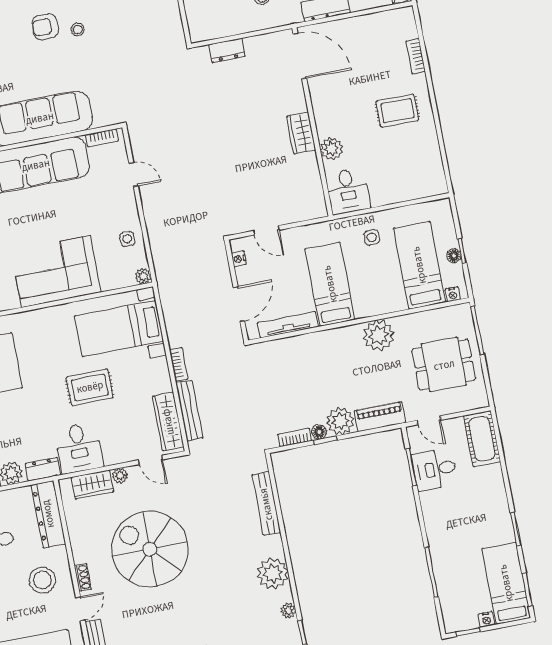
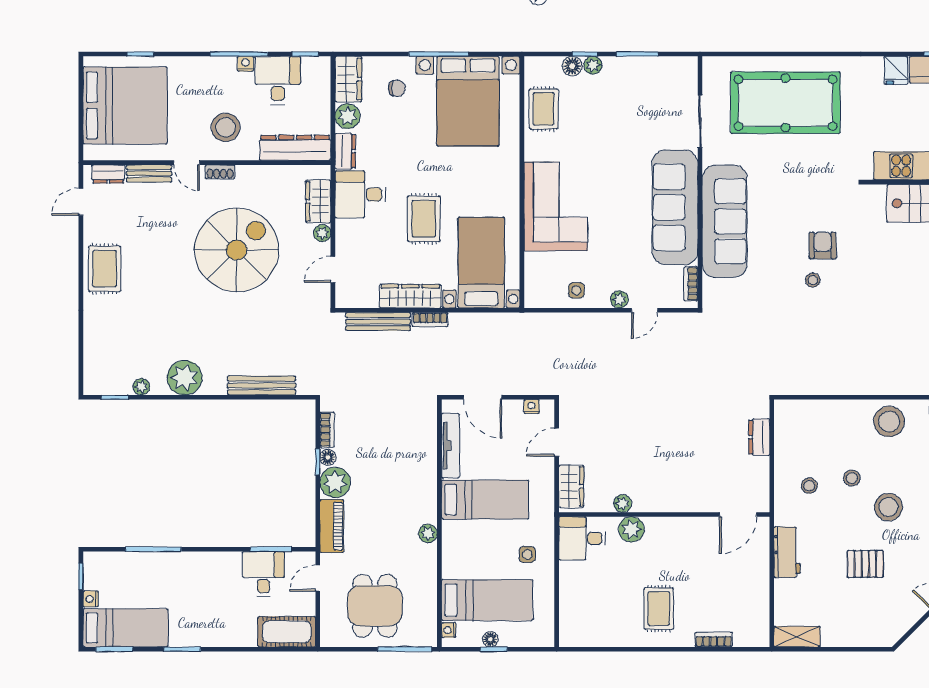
door: (300, 56) -> (738, 515), width x0.73
wardrobe: (301, 133) -> (571, 486), moved, turned 90
plant: (310, 161) -> (623, 504), added
plant: (143, 276) -> (619, 299), moved
plant: (379, 335) -> (428, 533), width x0.53, depth x0.53
wardrobe: (168, 422) -> (410, 296), moved

